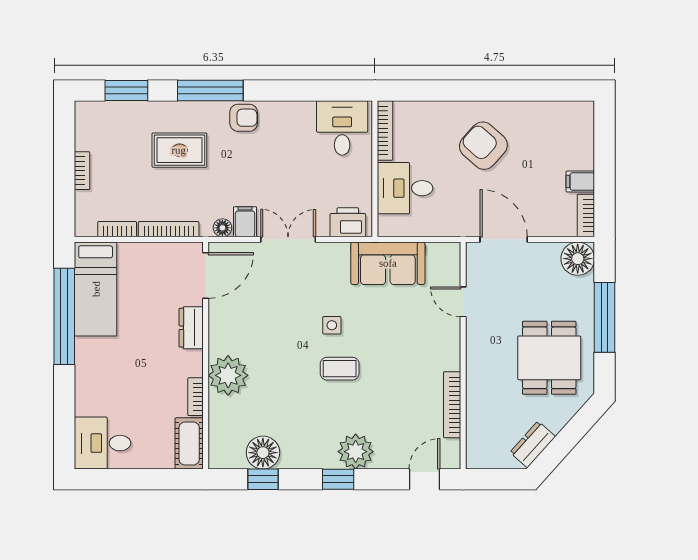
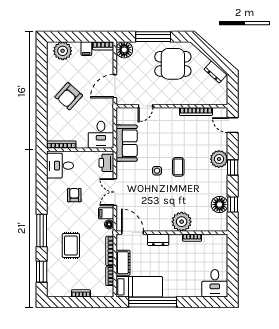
armchair: (244, 118) -> (74, 195), moved
plant: (576, 133) -> (63, 51), added
desk: (405, 188) -> (101, 135), moved
cot: (189, 443) -> (123, 263), moved, turned 90

